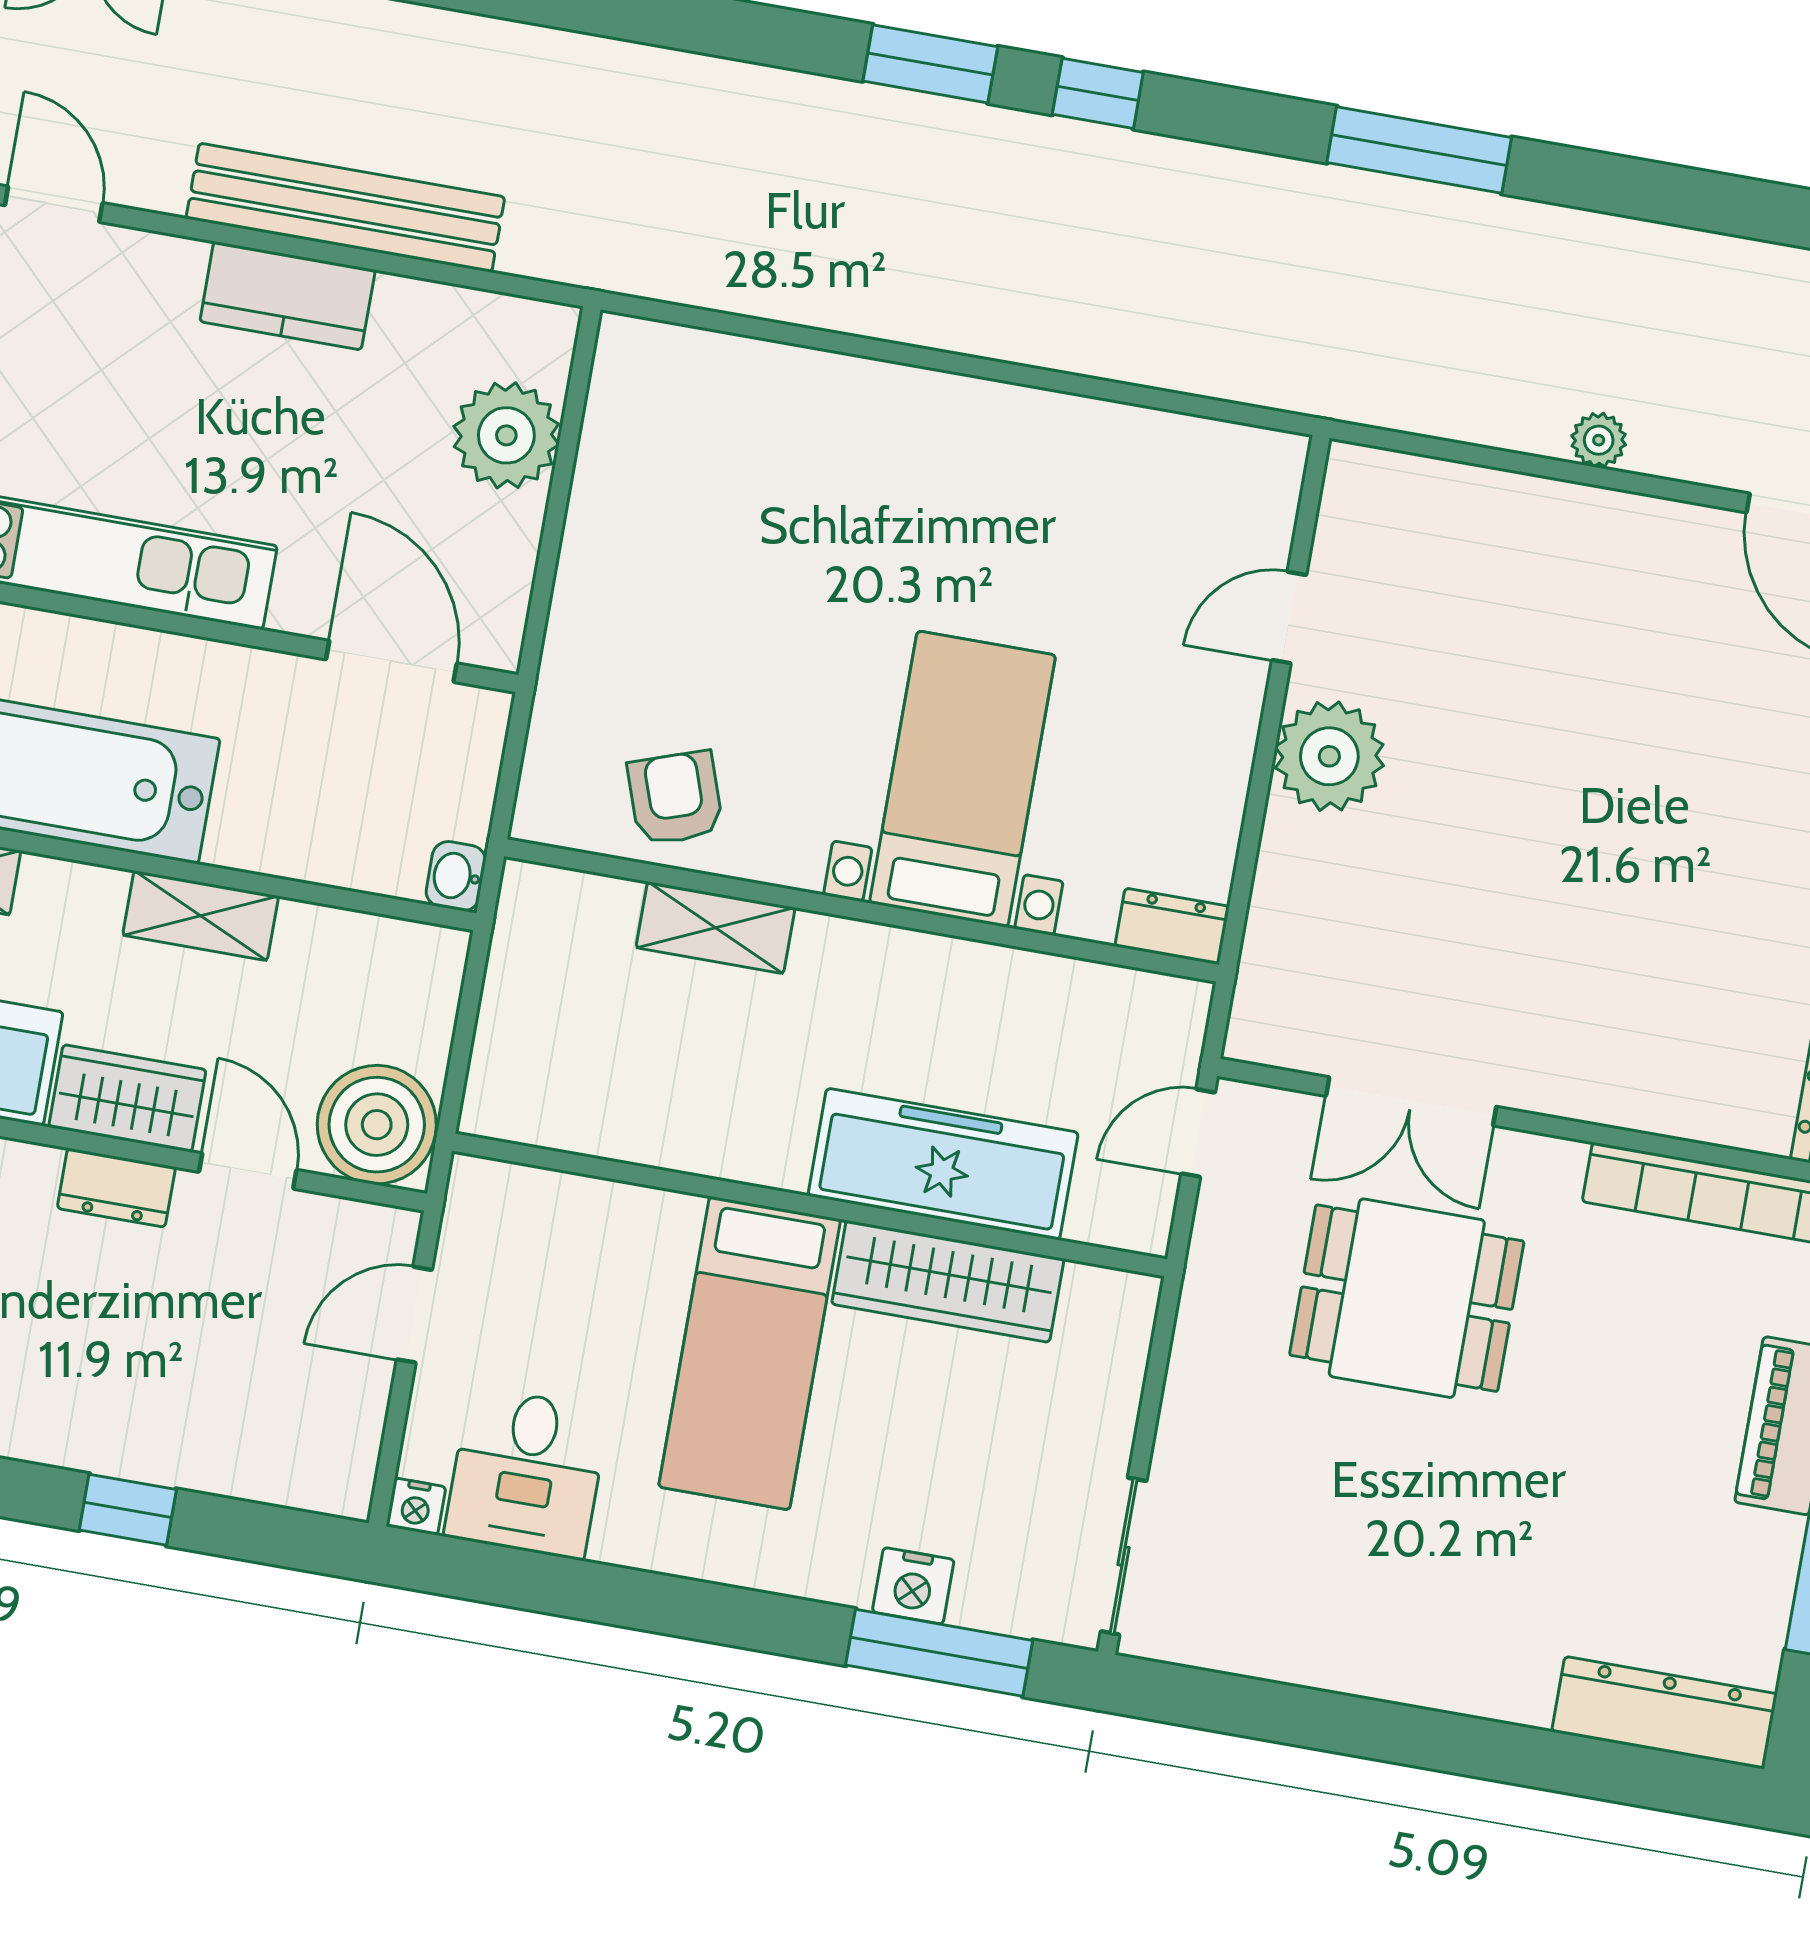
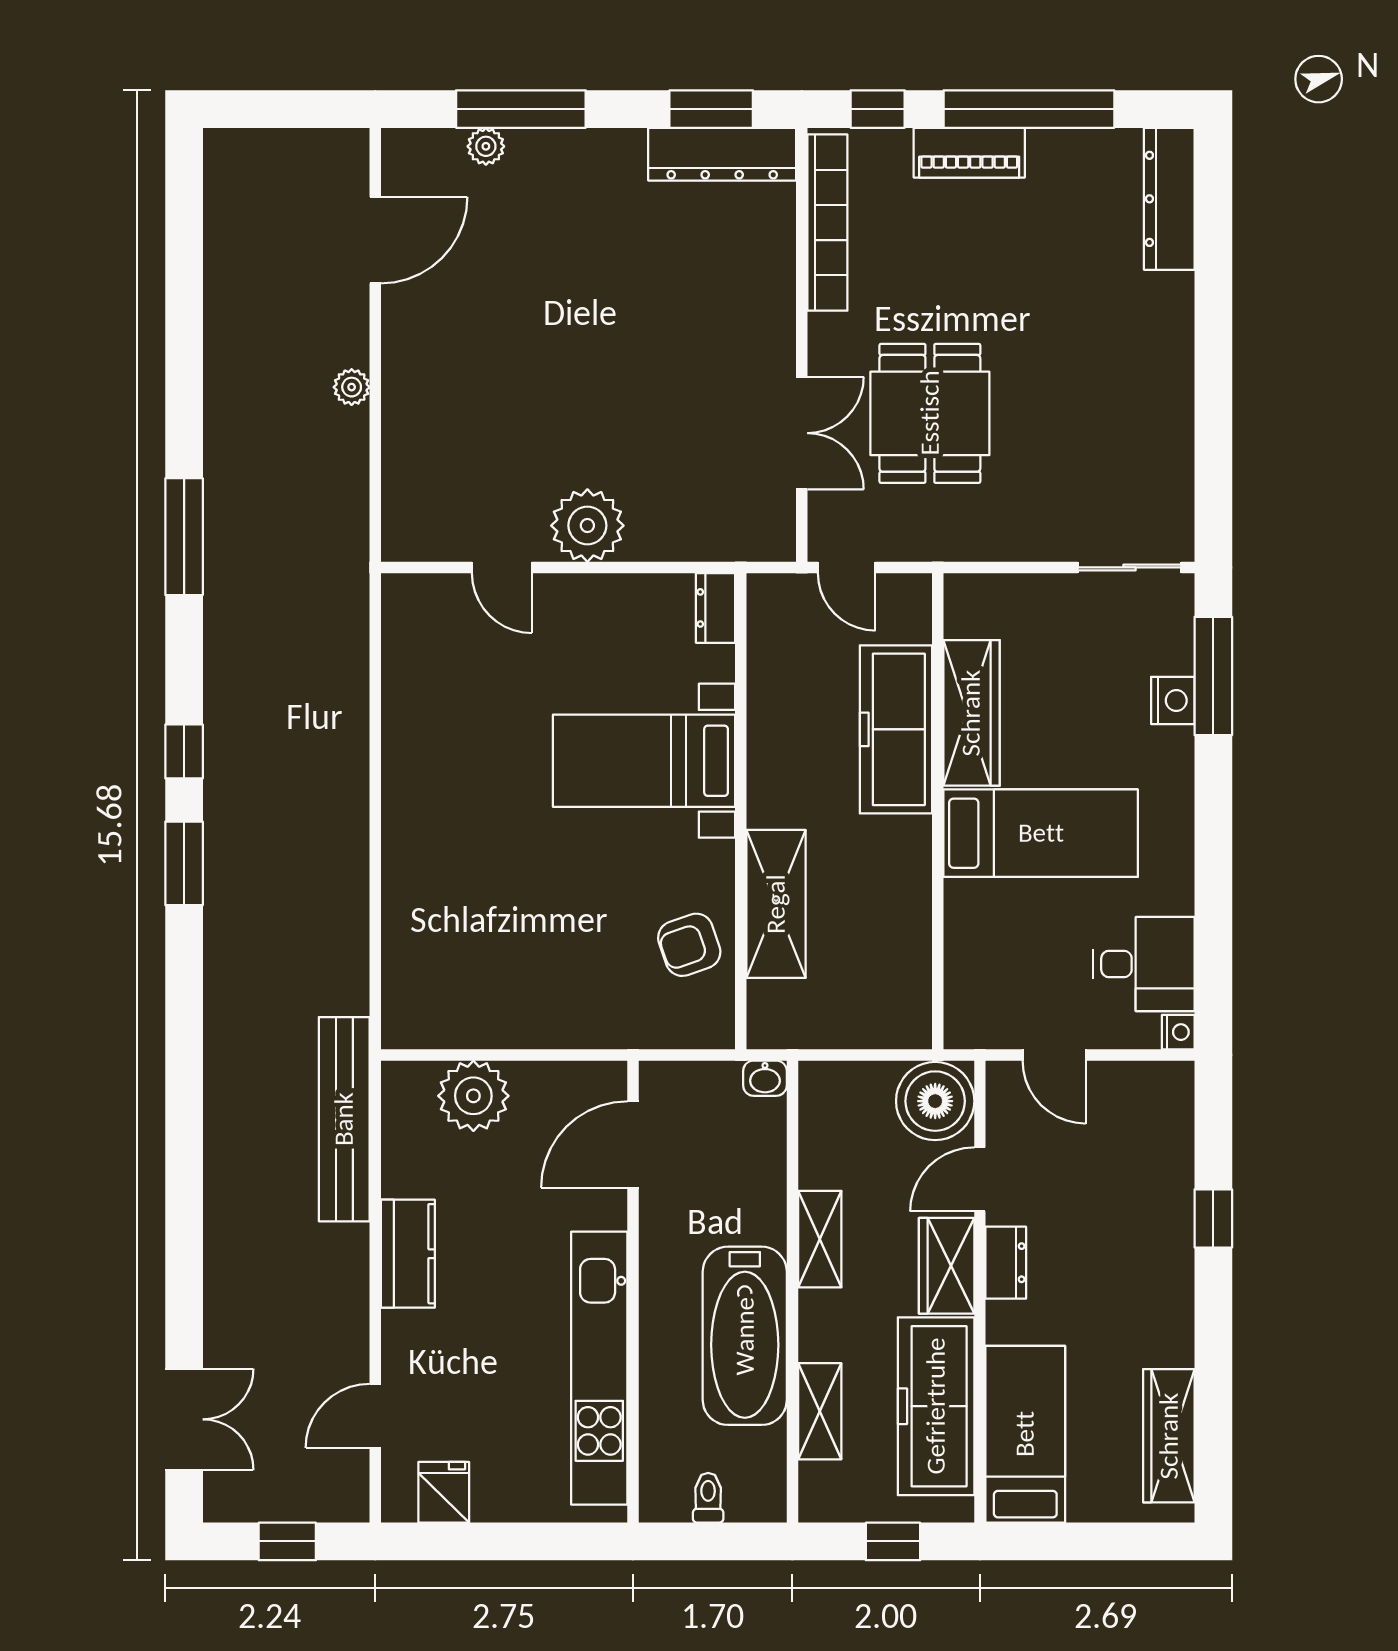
bench: (345, 208) -> (344, 1119), moved
shelving: (715, 928) -> (776, 904), width x1.50, depth x1.33

